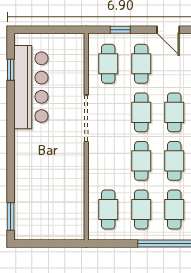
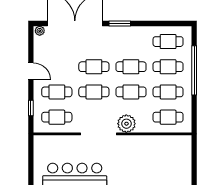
door: (168, 30) -> (31, 71), hinge flipped
plant: (100, 155) -> (126, 124), added

